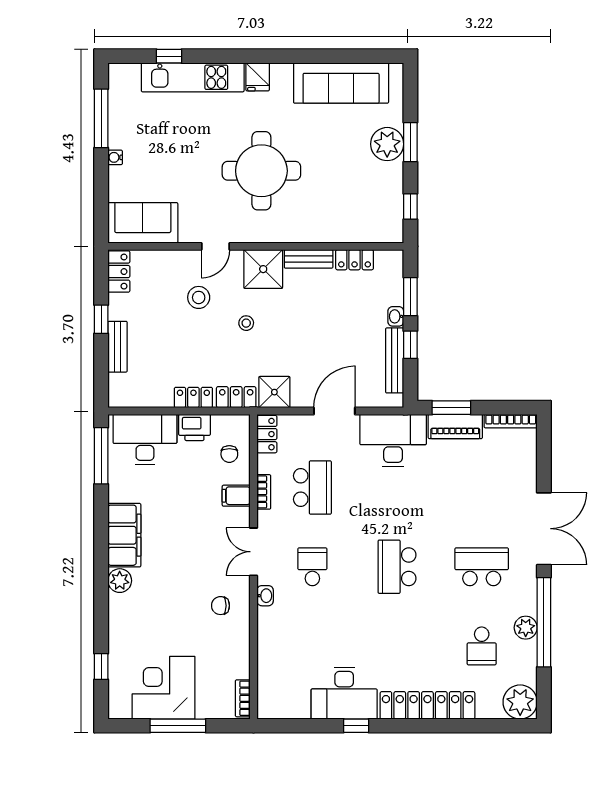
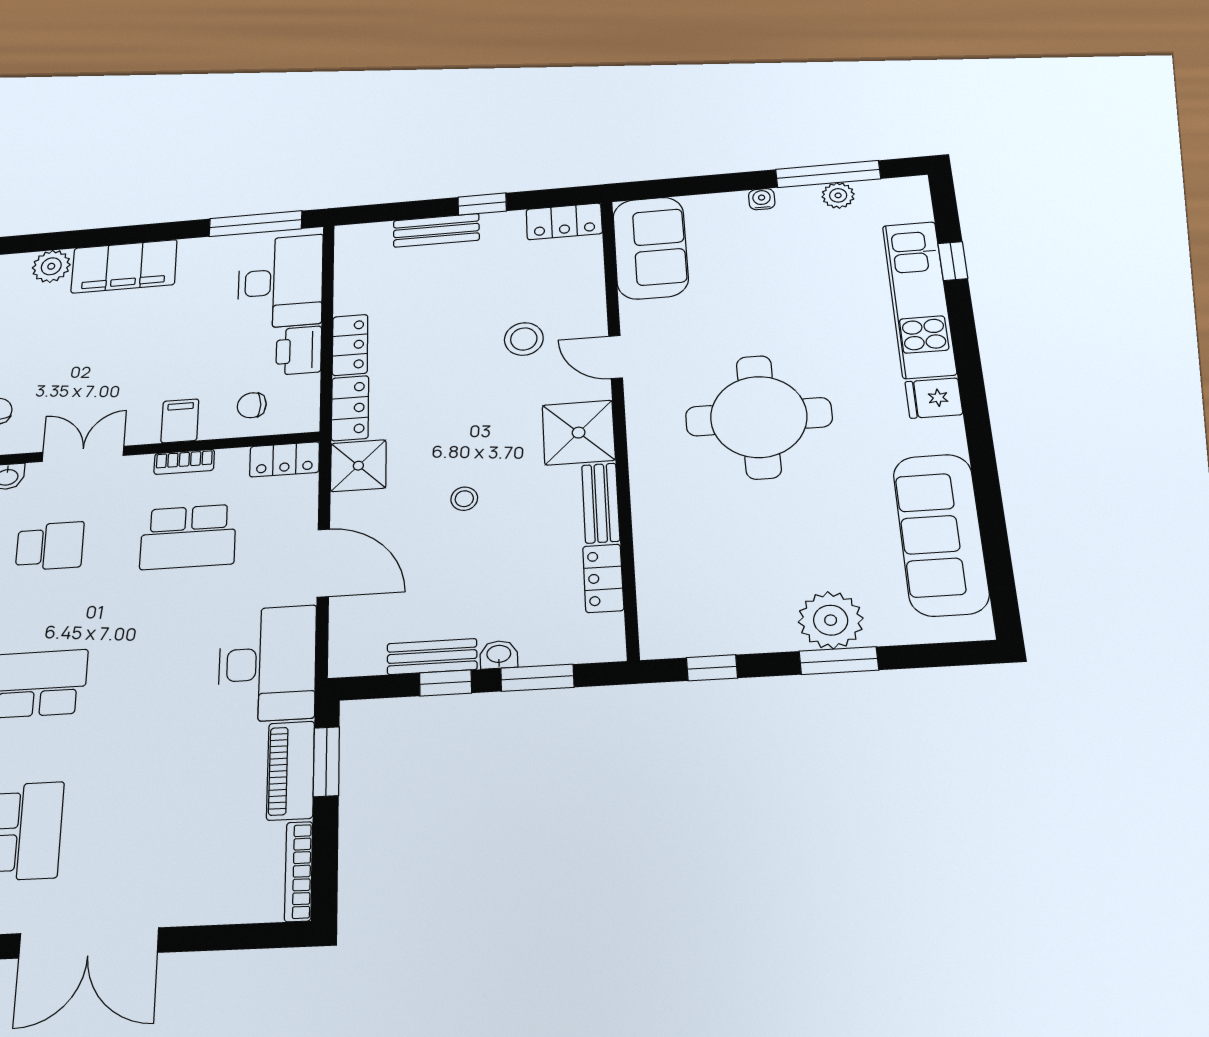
plant: (117, 114) -> (838, 195), added
stool: (246, 323) -> (464, 499), moved
bench: (395, 360) -> (432, 657), width x0.73

